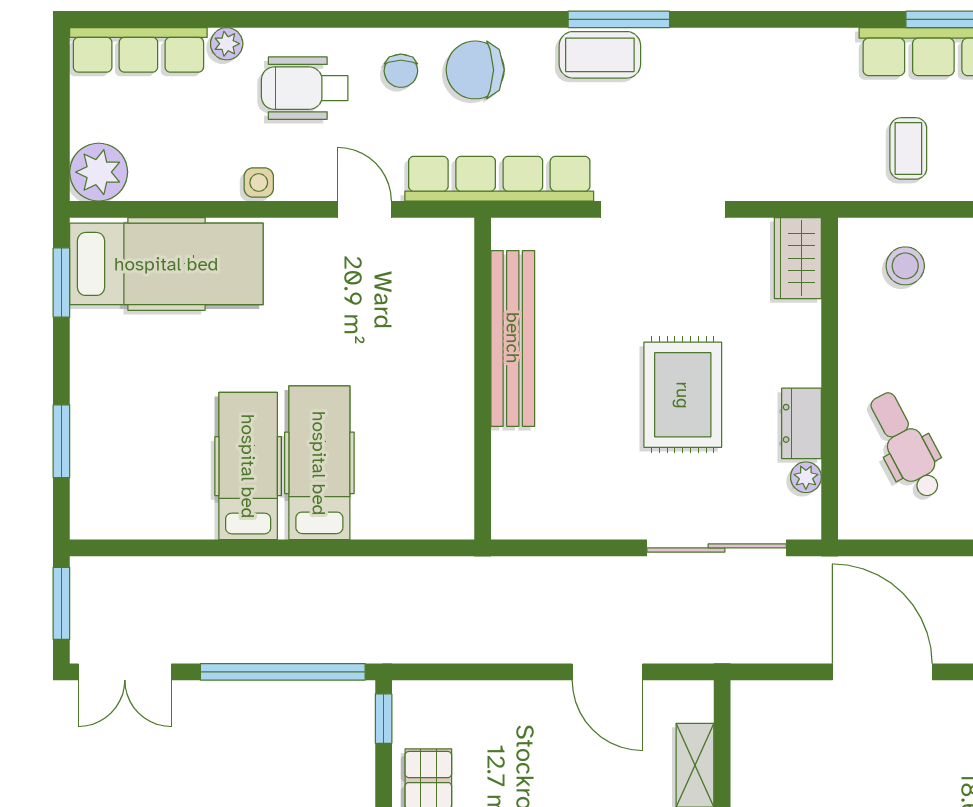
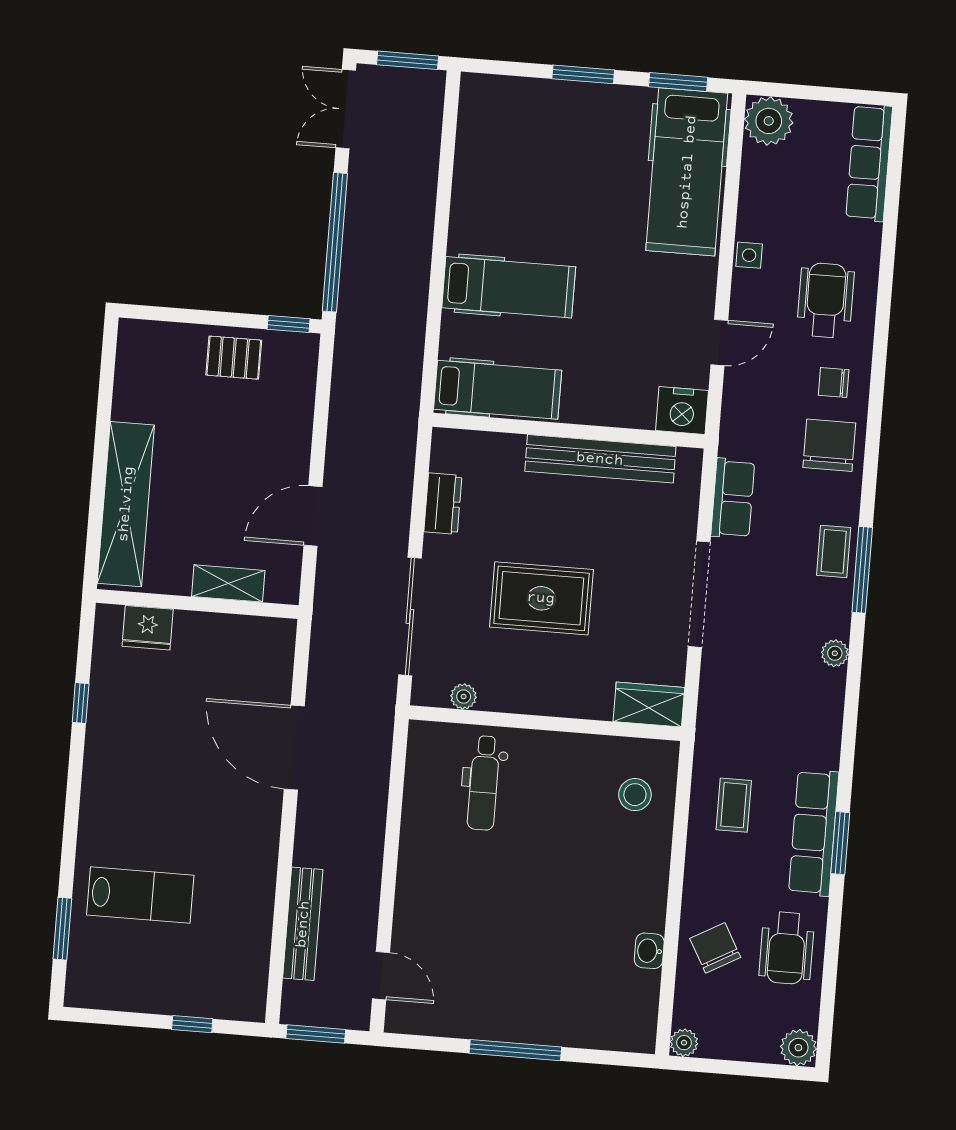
plant: (227, 44) -> (835, 653), moved
coffee table: (600, 55) -> (834, 551), width x0.73, depth x0.77
coffee table: (908, 148) -> (734, 805), turned 90
row of seats: (499, 179) -> (733, 498), width x0.50
nightstand: (448, 247) -> (682, 411), added
dresser: (801, 423) -> (443, 504), moved, turned 90
window: (61, 441) -> (583, 74), moved
dental chair: (906, 445) -> (484, 783), turned 118
hospital bed: (248, 466) -> (498, 390), moved
door: (882, 672) -> (294, 748), swing flipped

